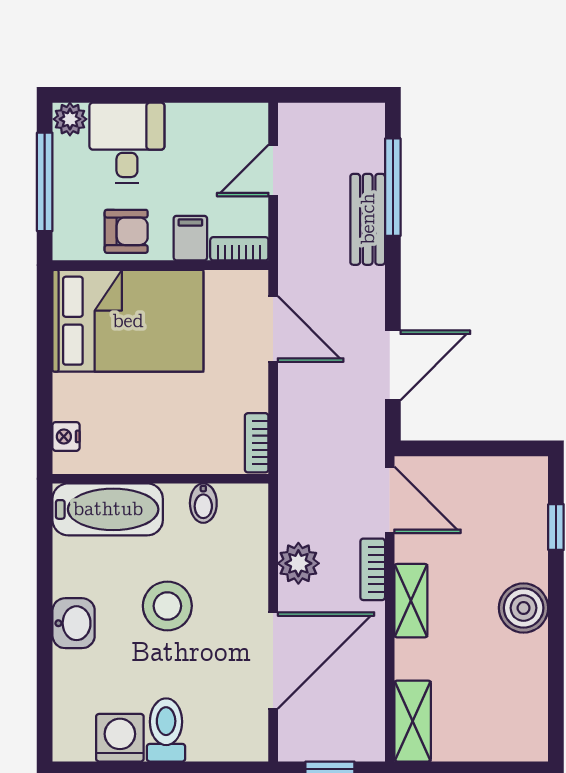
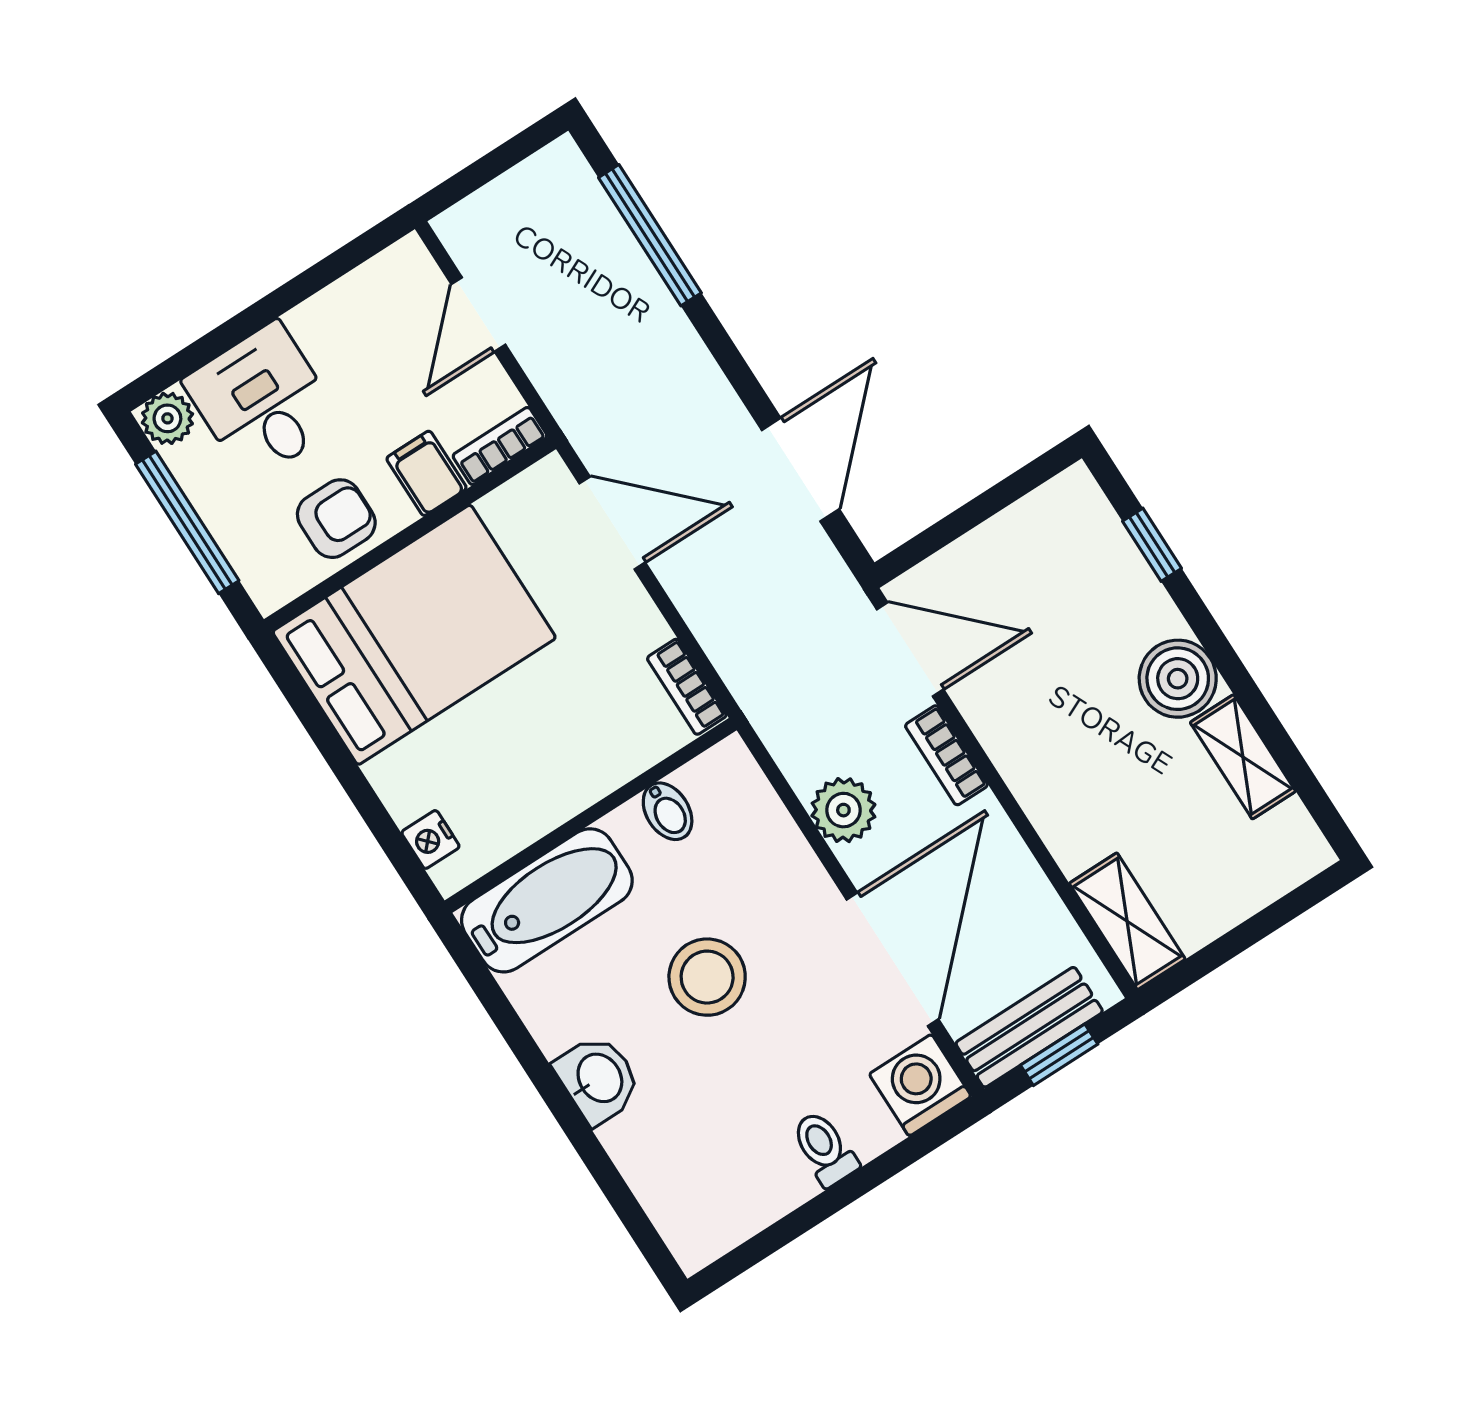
bench: (368, 219) -> (1029, 1027), moved, turned 90
shelving: (411, 601) -> (1243, 757), moved
toilet: (166, 730) -> (824, 1149), width x0.73, depth x0.72
washing machine: (120, 738) -> (920, 1085), moved

